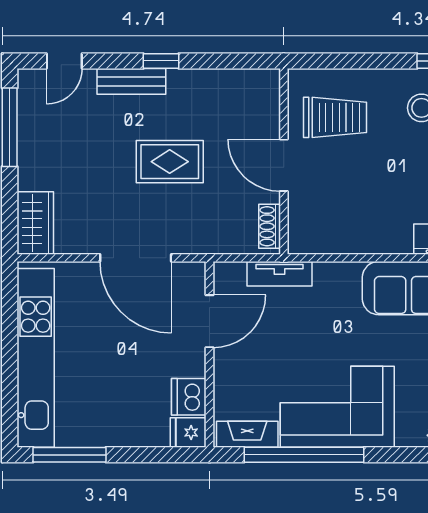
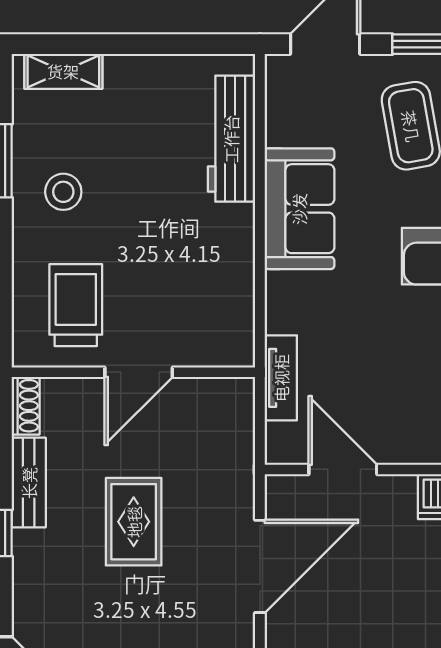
bench: (131, 81) -> (29, 483), moved
shoe rack: (270, 226) -> (26, 406), moved, turned -90

